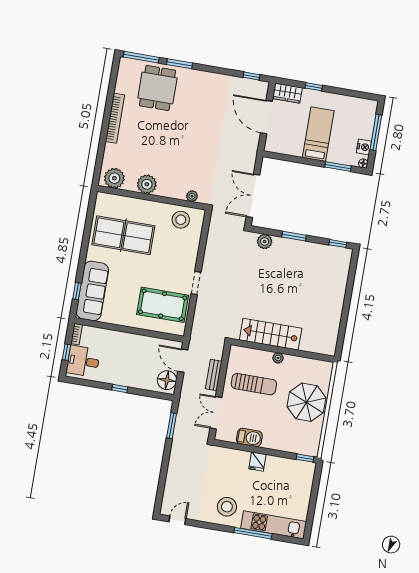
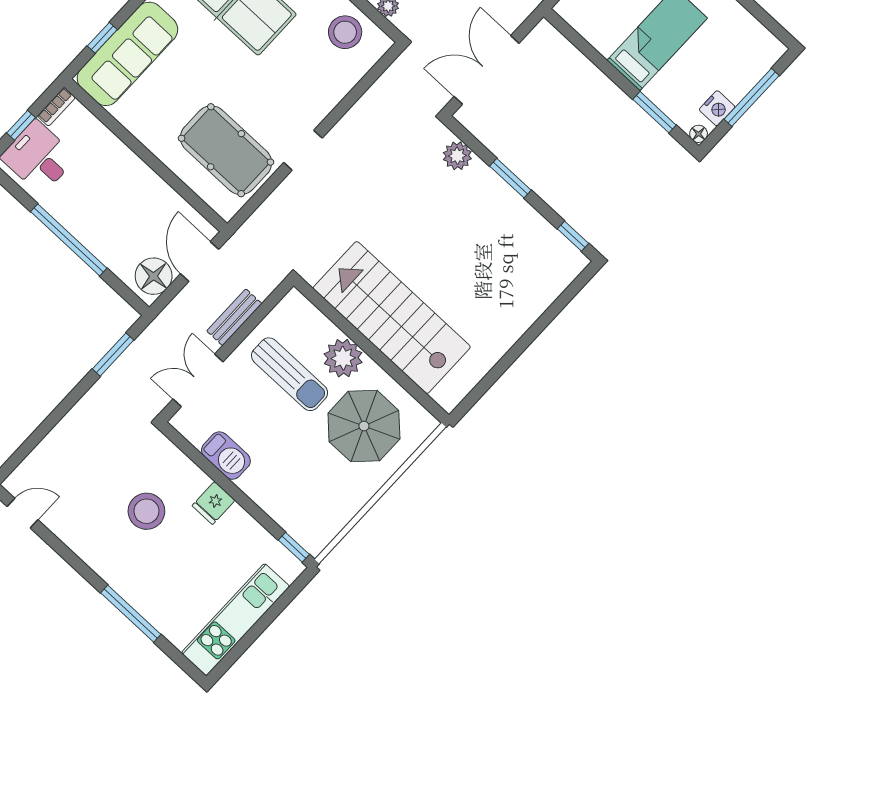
stairs: (271, 334) -> (392, 318), width x1.36, depth x1.51
plant: (278, 358) -> (343, 358), width x1.87, depth x1.87
window: (120, 388) -> (69, 240), width x3.17
parasol: (306, 402) -> (364, 426), moved
stool: (227, 507) -> (146, 511), moved
kitchen unit: (274, 525) -> (235, 620), moved, turned -90

